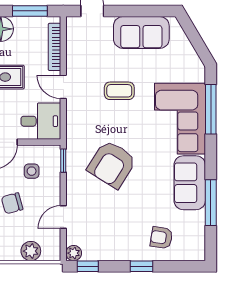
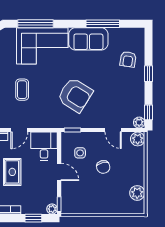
plant: (31, 251) -> (138, 139), moved

